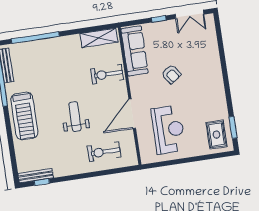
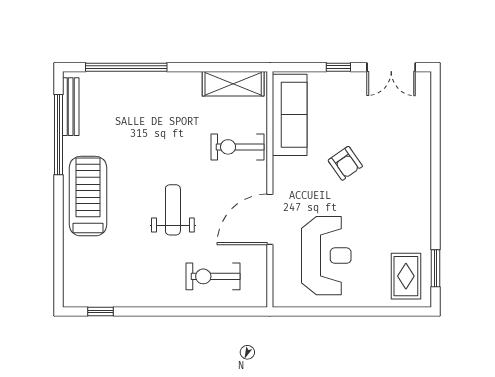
treadmill: (24, 116) -> (88, 196), turned 180
bench: (36, 176) -> (92, 299), removed

